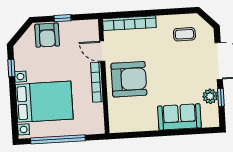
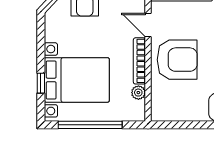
window: (11, 68) -> (41, 83), moved
plant: (97, 109) -> (138, 93), added

